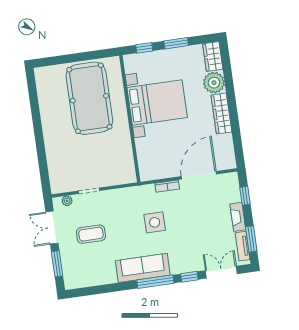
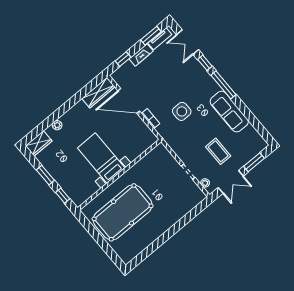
plant: (214, 83) -> (57, 125), width x0.53, depth x0.53
bed with nightstands: (157, 102) -> (101, 158), width x0.73
wardrobe: (221, 114) -> (98, 93), moved
sofa: (143, 268) -> (229, 112), moved

